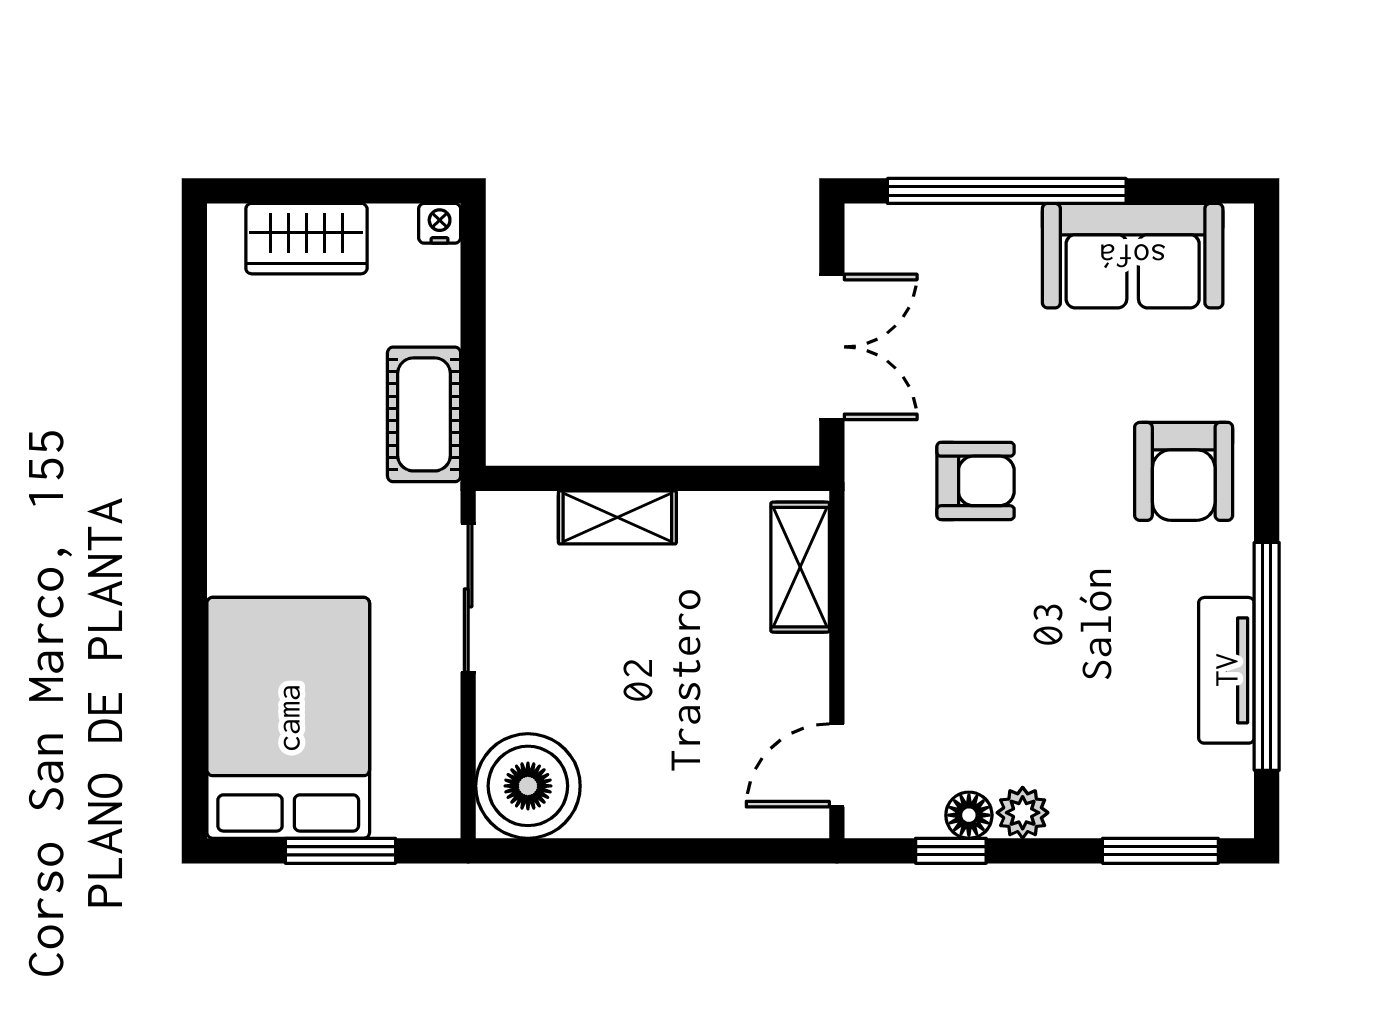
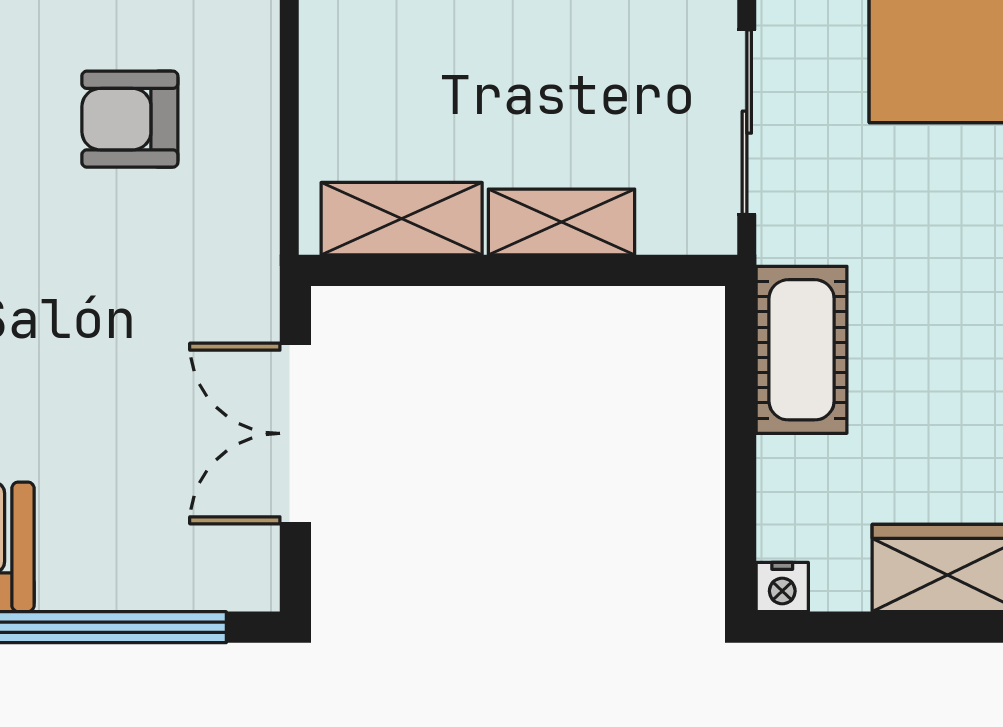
armchair: (976, 481) -> (130, 119), moved
shelving: (800, 567) -> (402, 219), moved, turned 90

